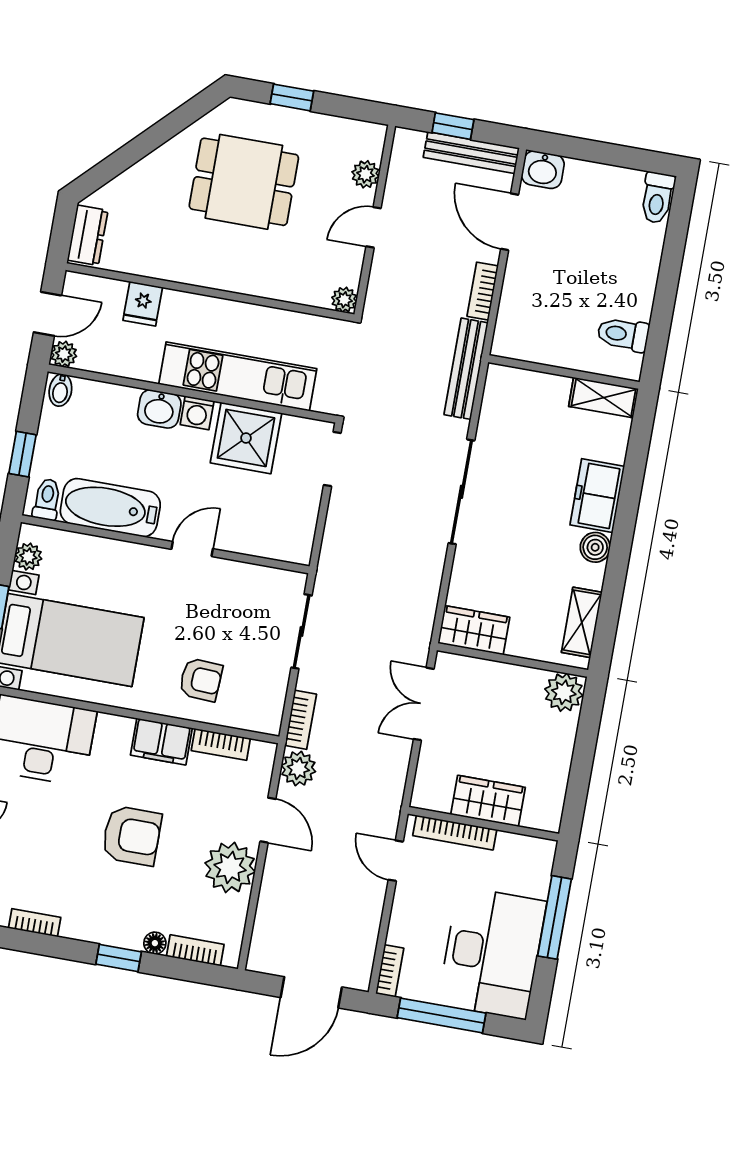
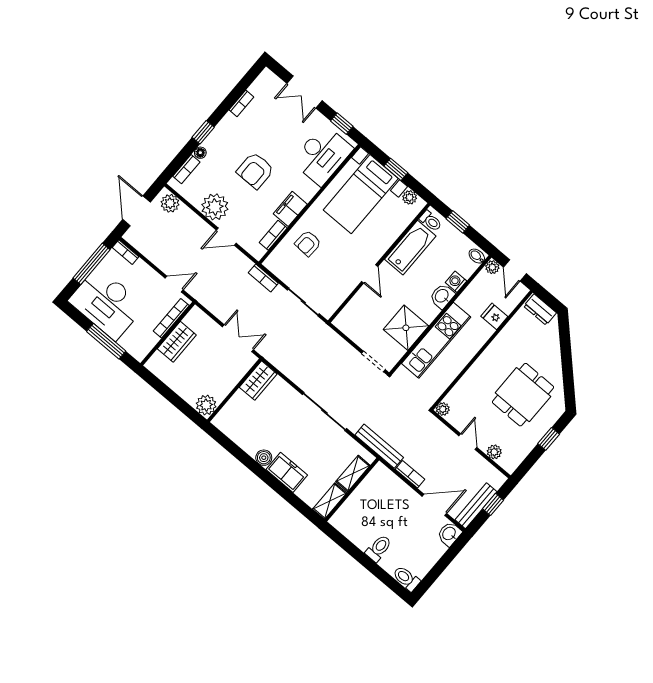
toilet: (623, 334) -> (379, 548), moved
washing machine: (197, 413) -> (456, 282), moved
shelving: (582, 622) -> (353, 474), moved, turned 90
plant: (298, 768) -> (170, 203), moved

